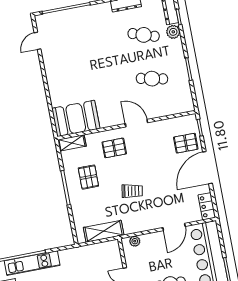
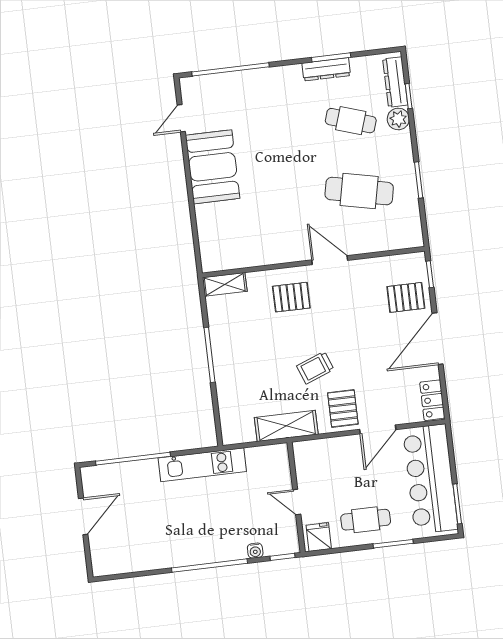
cafe table: (152, 79) -> (359, 191), width x1.37, depth x1.35
booth: (76, 118) -> (213, 167), moved, turned 90
pallet: (88, 177) -> (343, 408), moved
trolley: (132, 191) -> (315, 368), turned 149
shelving: (104, 231) -> (286, 426), moved
plant: (135, 241) -> (314, 448), removed
kitchen unit: (32, 263) -> (202, 465), moved

